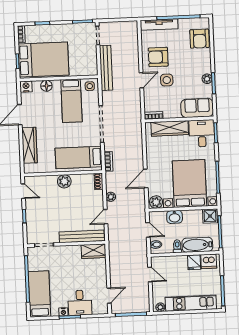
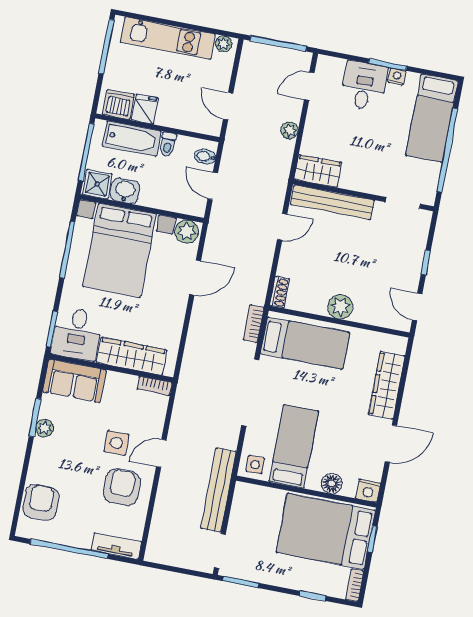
tv unit: (159, 25) -> (116, 546), width x0.71
armchair: (158, 57) -> (122, 487), turned -90
plant: (111, 197) -> (289, 130), moved
washbasin: (175, 217) -> (125, 191), moved

